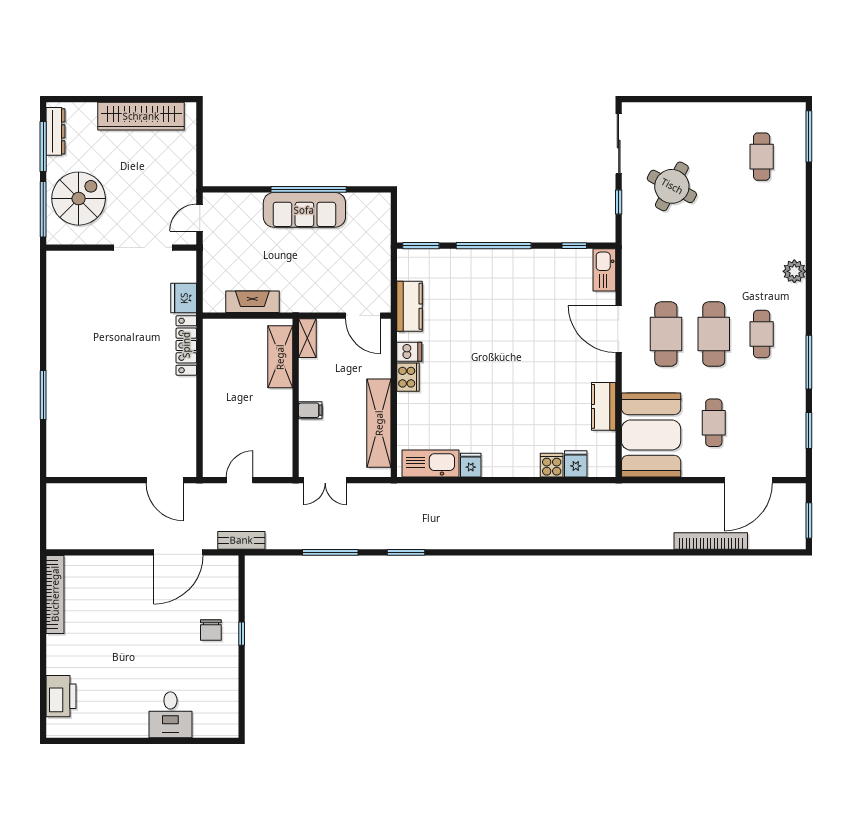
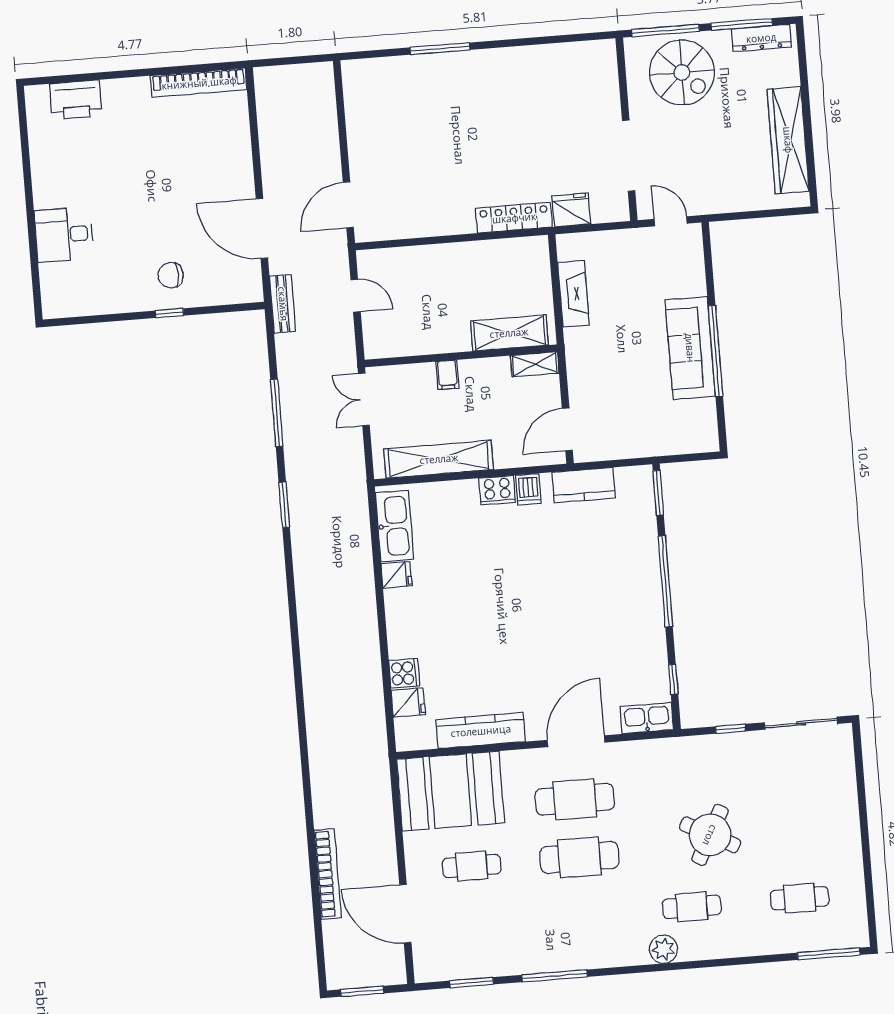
round table: (672, 186) -> (710, 835), moved
cafe table: (762, 334) -> (692, 907), moved
kitchen counter: (604, 406) -> (481, 731), width x1.50

